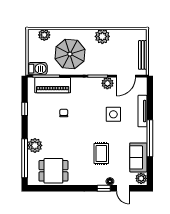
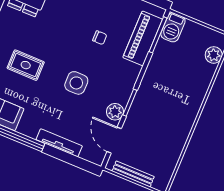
plant: (102, 36) -> (180, 131), removed
parasol: (70, 54) -> (174, 78), removed
side table: (113, 114) -> (76, 83), moved

